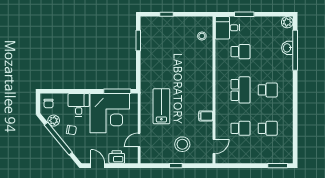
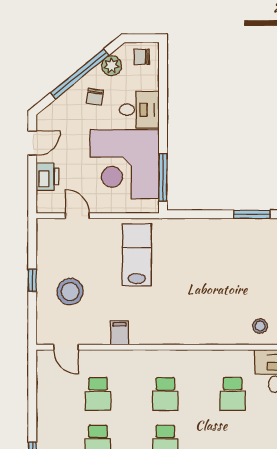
school desk: (241, 90) -> (165, 394), width x0.54
lab bench: (161, 106) -> (137, 255), turned -90

